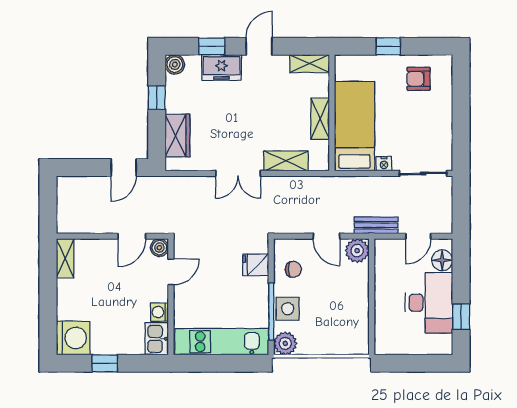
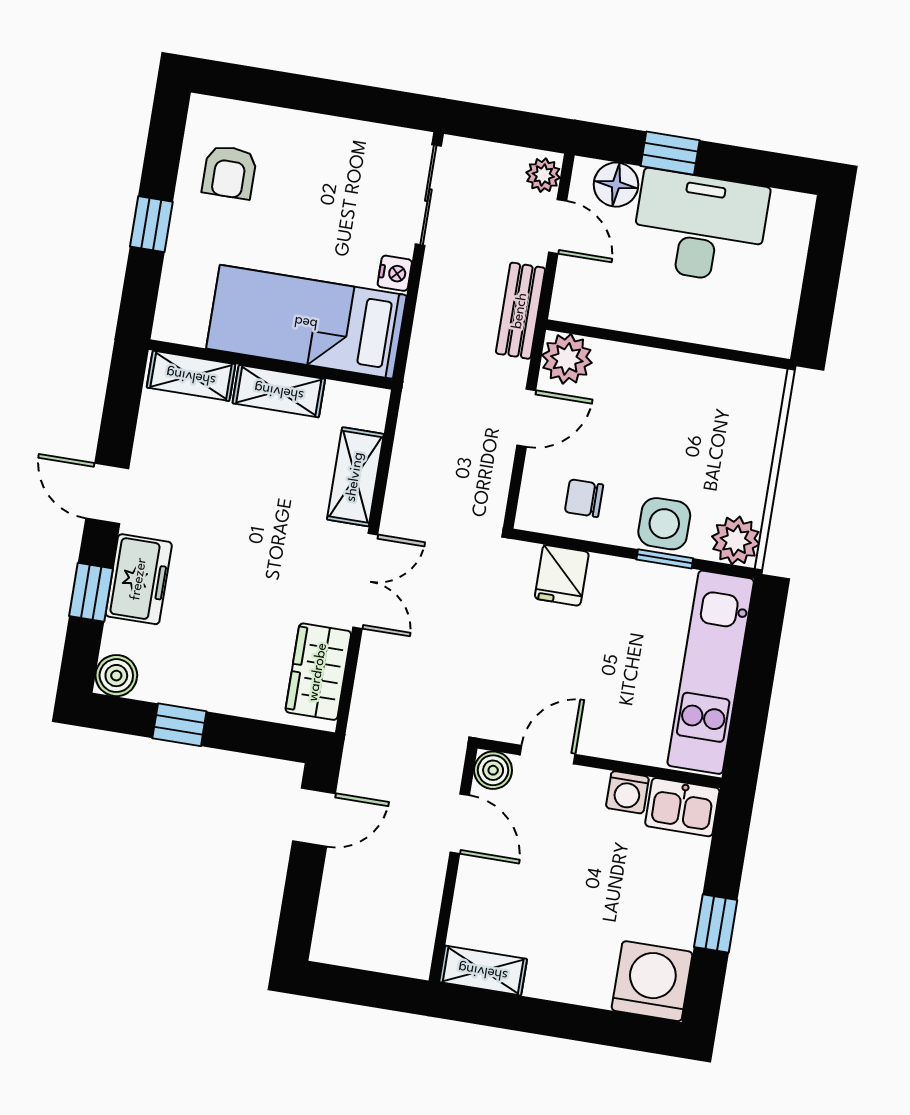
shelving: (310, 64) -> (191, 376), moved, turned 90
wardrobe: (177, 136) -> (318, 672), moved, turned -90
door: (124, 168) -> (314, 817), hinge flipped
plant: (441, 226) -> (543, 175), added
chair: (293, 269) -> (584, 498), turned -89
door: (171, 272) -> (548, 755), hinge flipped
window: (271, 312) -> (665, 559), width x0.46
window: (461, 317) -> (670, 153), moved

